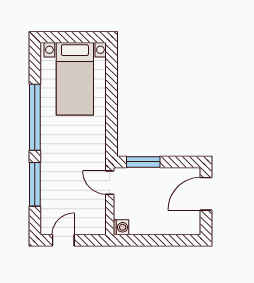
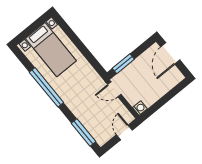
window: (35, 184) -> (83, 132), moved
door: (63, 240) -> (124, 132), moved

